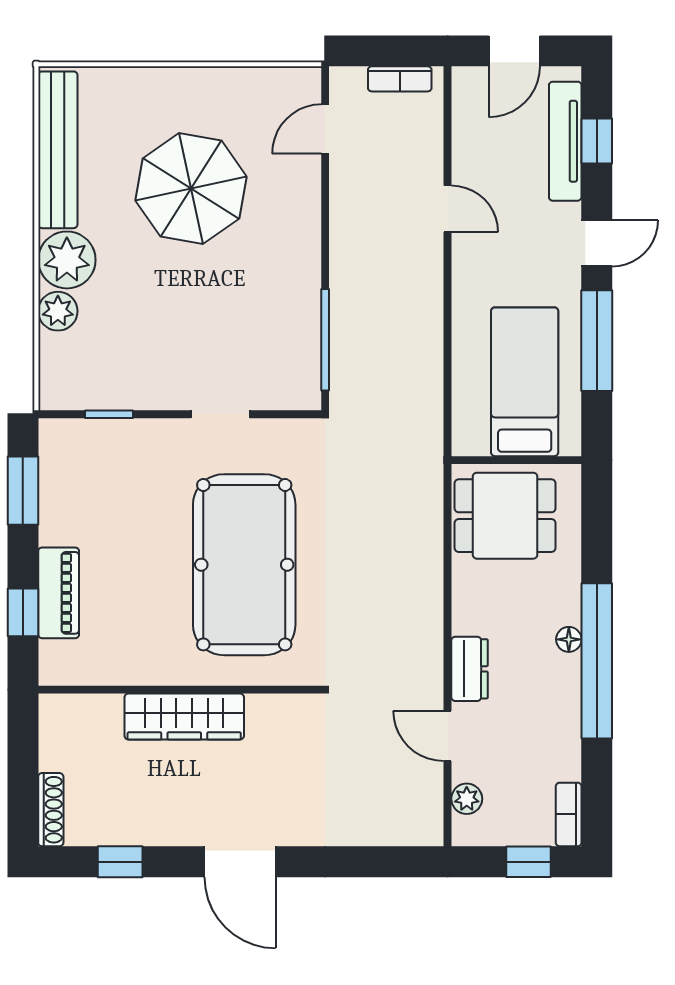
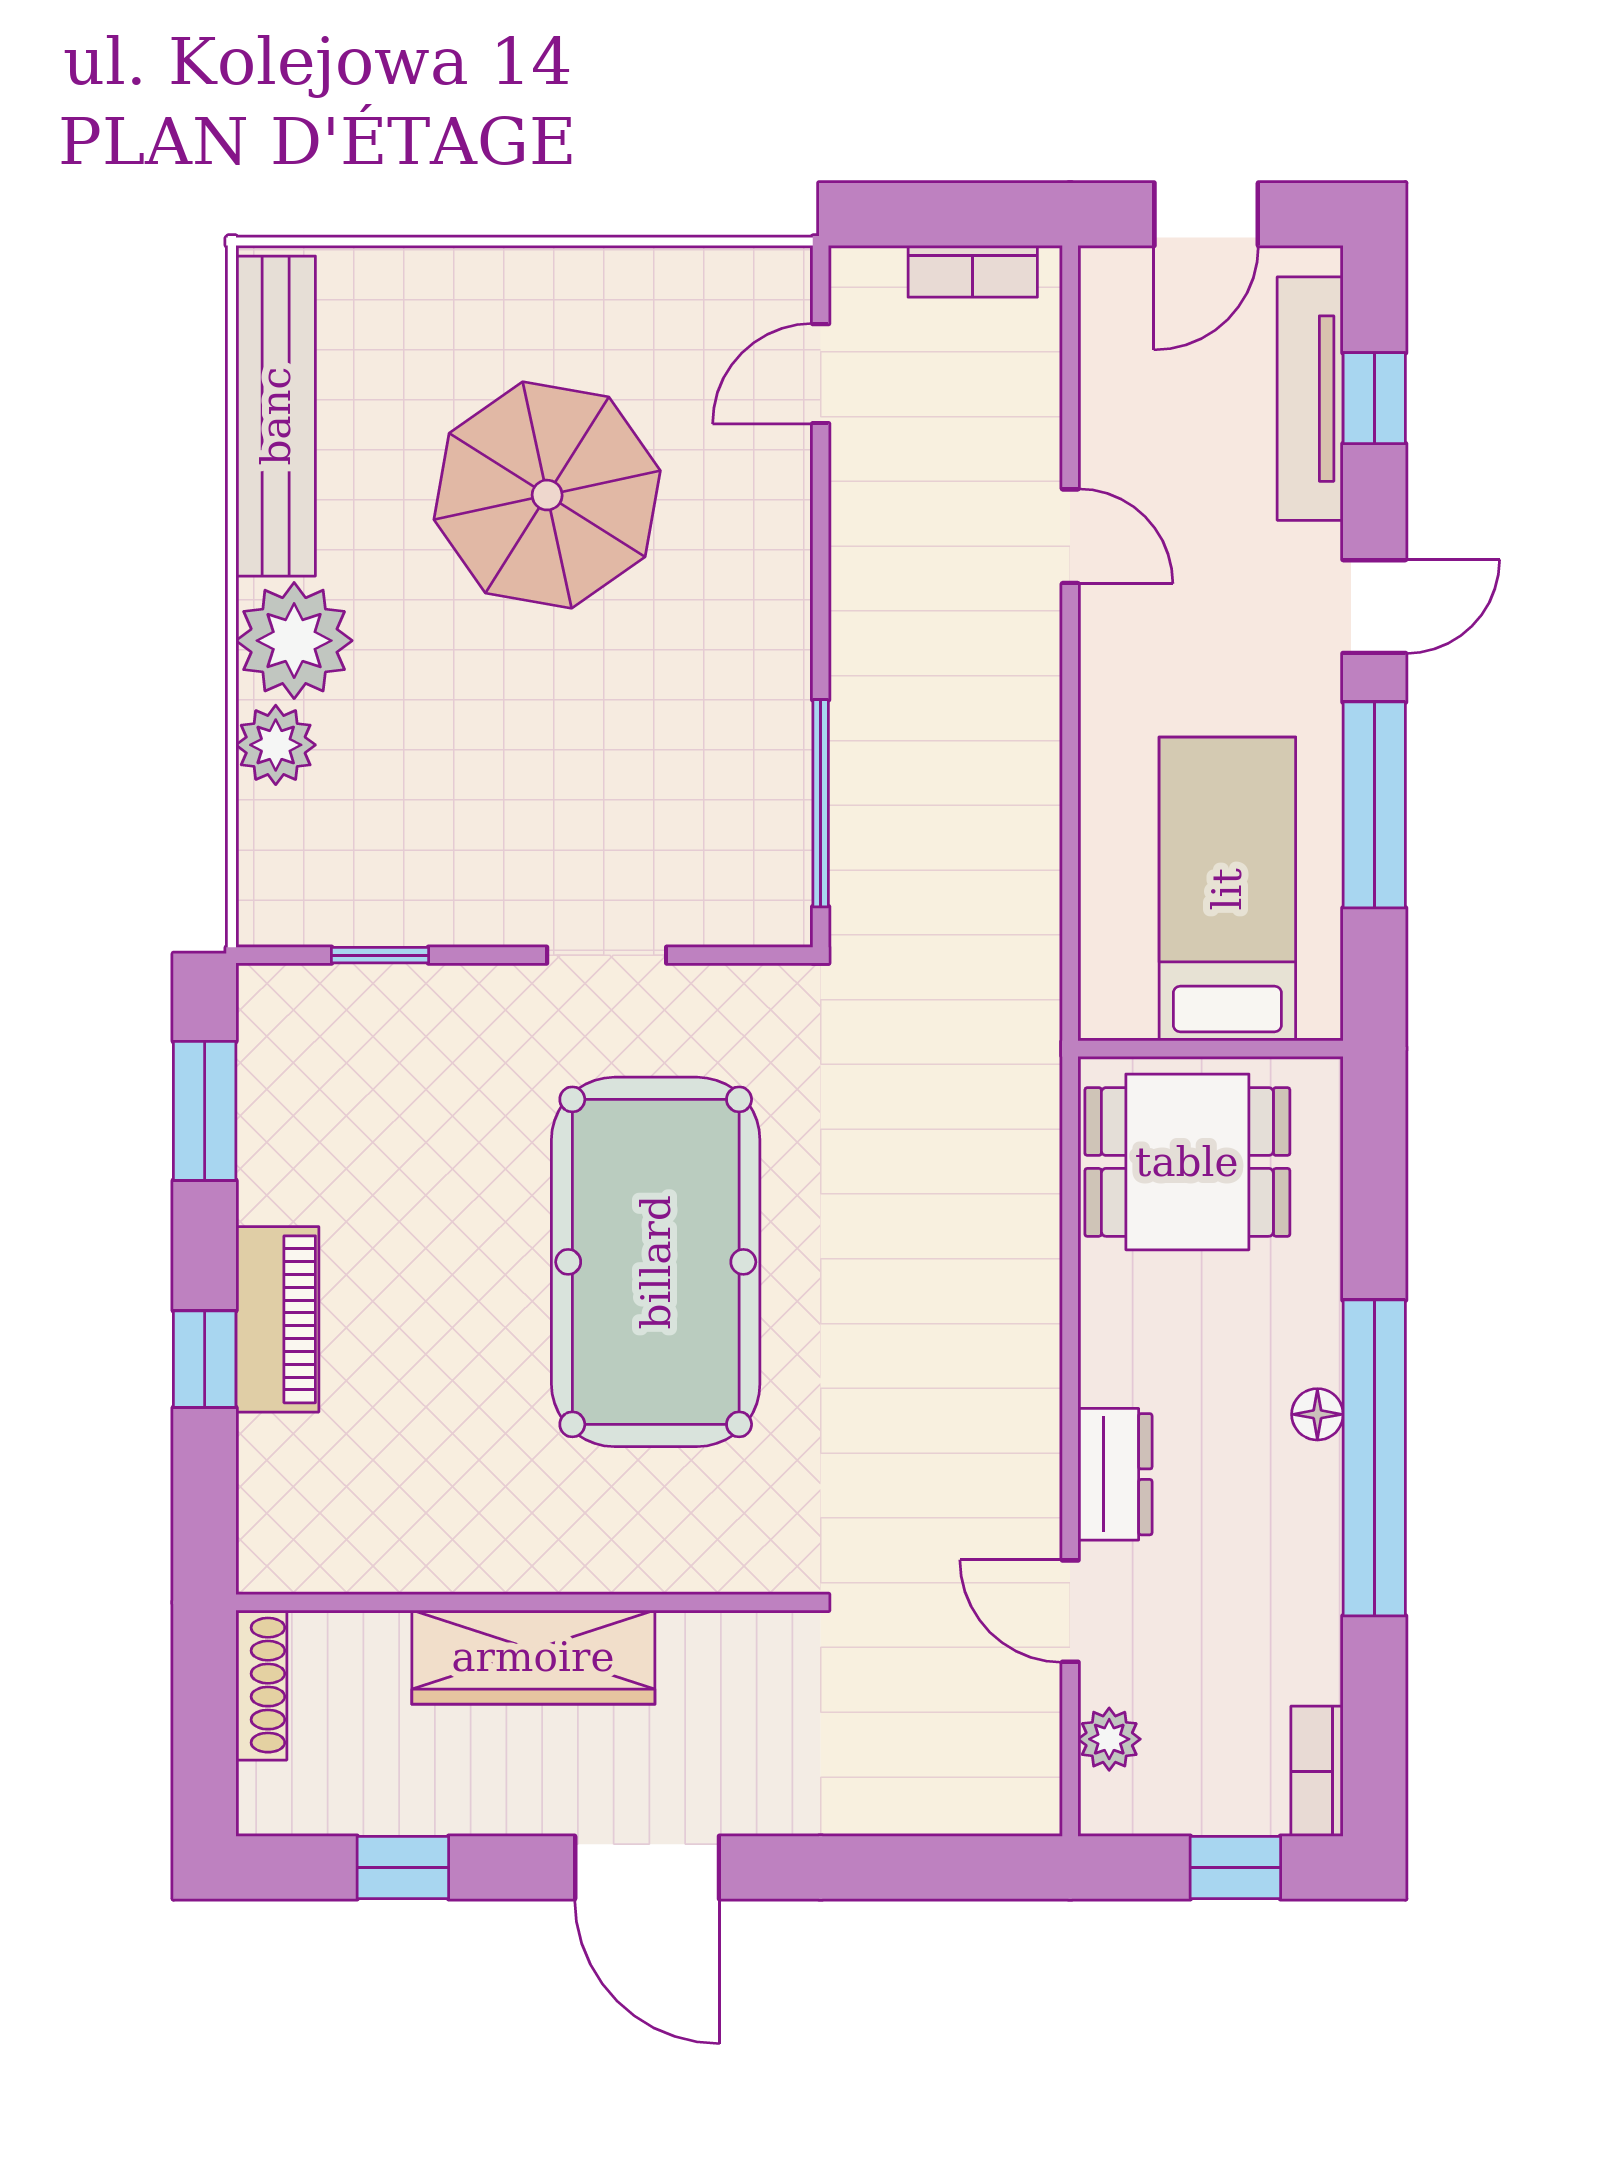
wall: (180, 690) -> (524, 1602), moved
wardrobe: (184, 717) -> (533, 1657), moved
shoe rack: (51, 810) -> (261, 1685), moved

